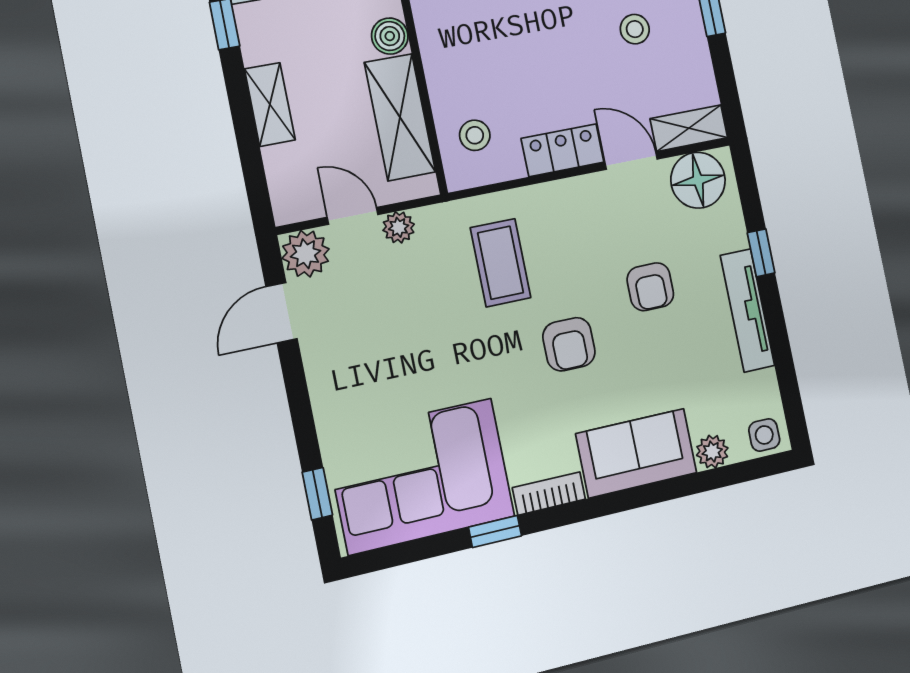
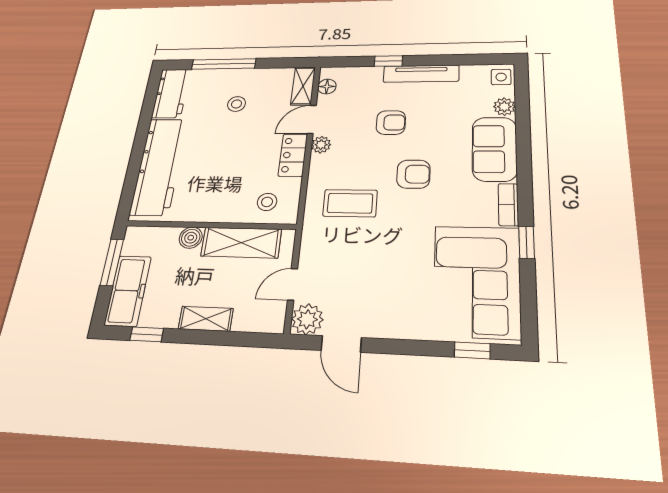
floor lamp: (698, 180) -> (327, 86), width x0.53, depth x0.53
plant: (399, 227) -> (321, 145), moved

